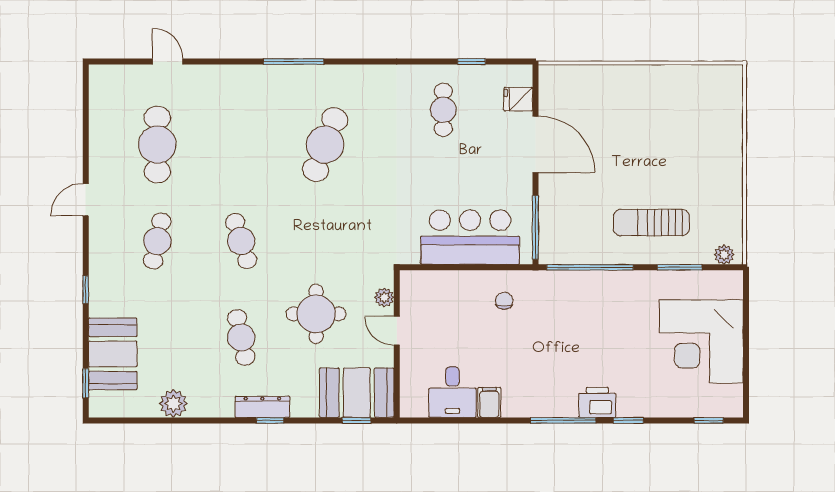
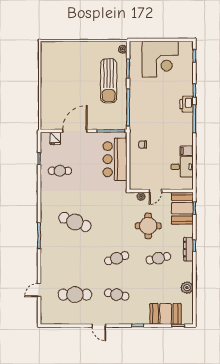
sun lounger: (651, 223) -> (109, 81), width x1.36, depth x1.34

